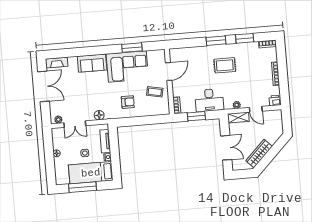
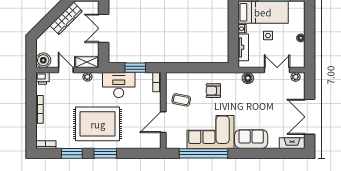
window: (132, 48) -> (203, 153), width x2.11
rug: (225, 65) -> (98, 124), width x1.86, depth x2.06
boiler: (276, 116) -> (43, 60), added

